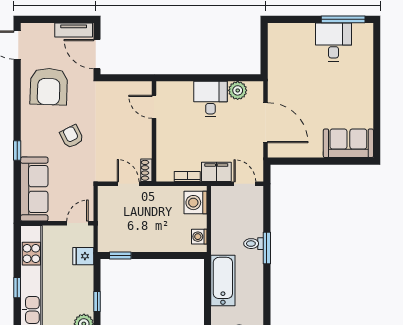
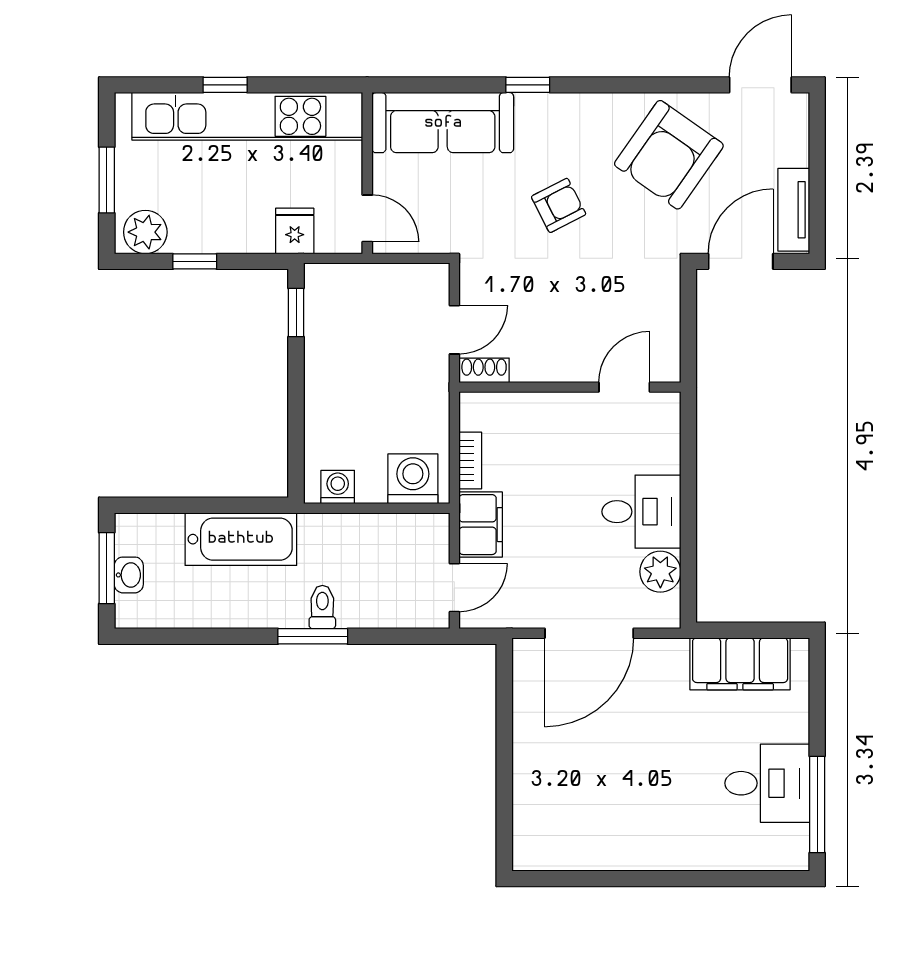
filing cabinet: (279, 54) -> (740, 664), added
armchair: (49, 87) -> (669, 155), turned -57
sofa: (348, 143) -> (544, 816), removed

